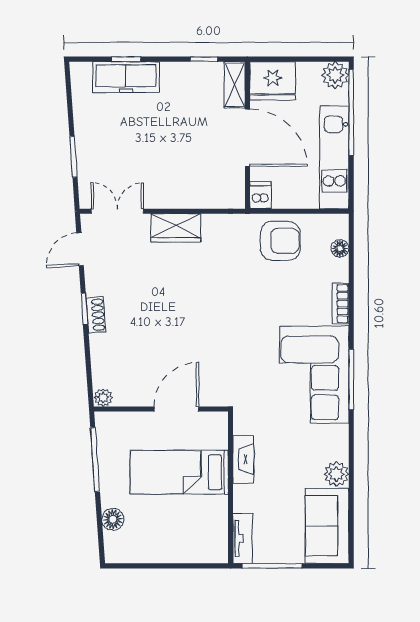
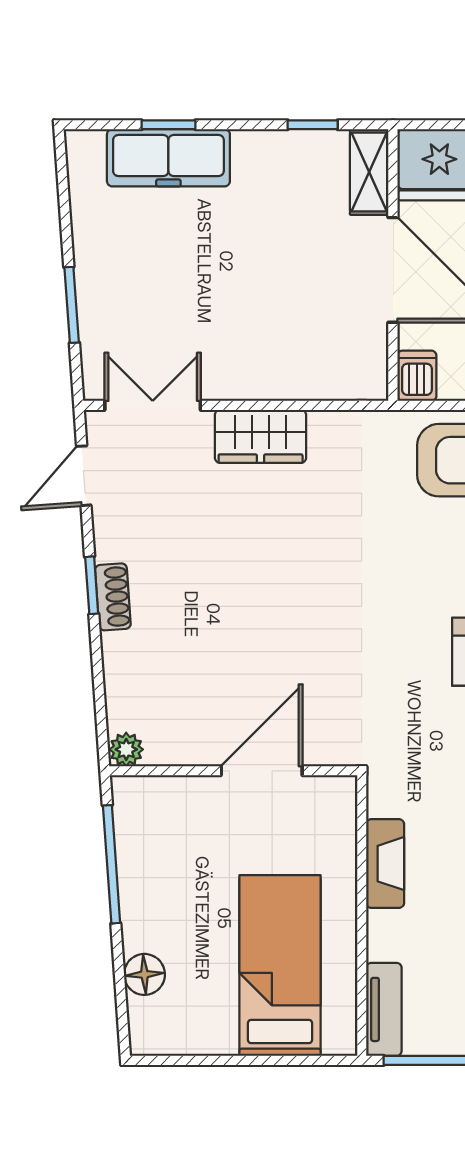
bed: (179, 472) -> (280, 966), moved, turned 90

